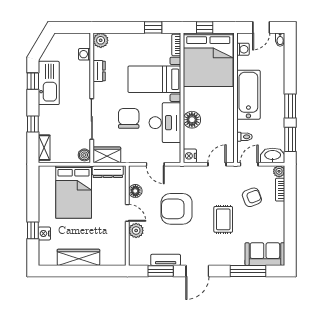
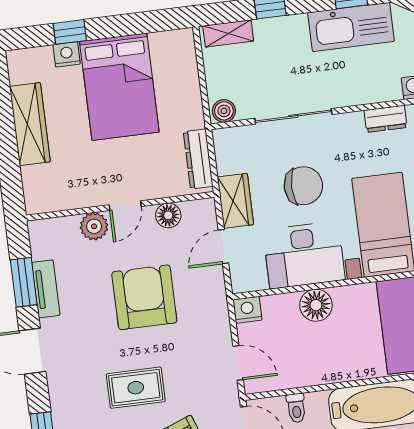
wardrobe: (107, 155) -> (235, 201), moved
bed: (74, 192) -> (119, 87), moved, turned -90

